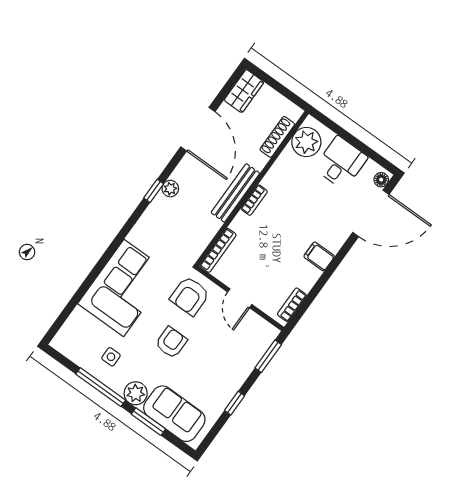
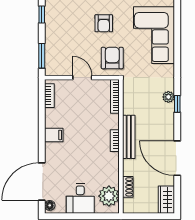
shoe rack: (277, 137) -> (128, 187), width x0.70
plant: (170, 189) -> (168, 97), moved

